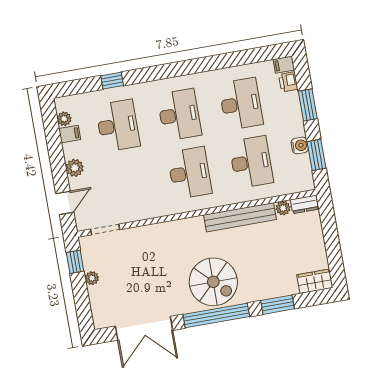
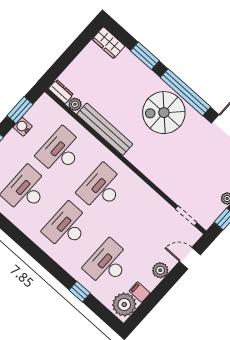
plant: (64, 119) -> (124, 305), width x1.88, depth x1.88
spiral stairs: (213, 282) -> (164, 113), turned -90

